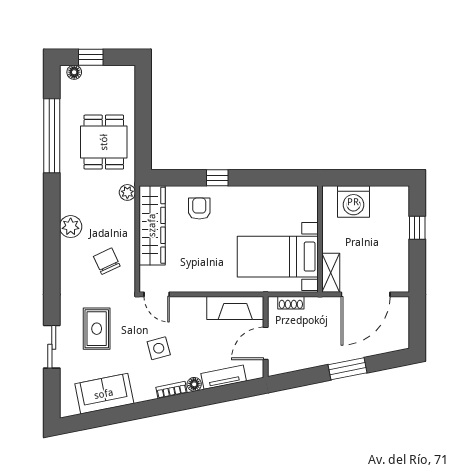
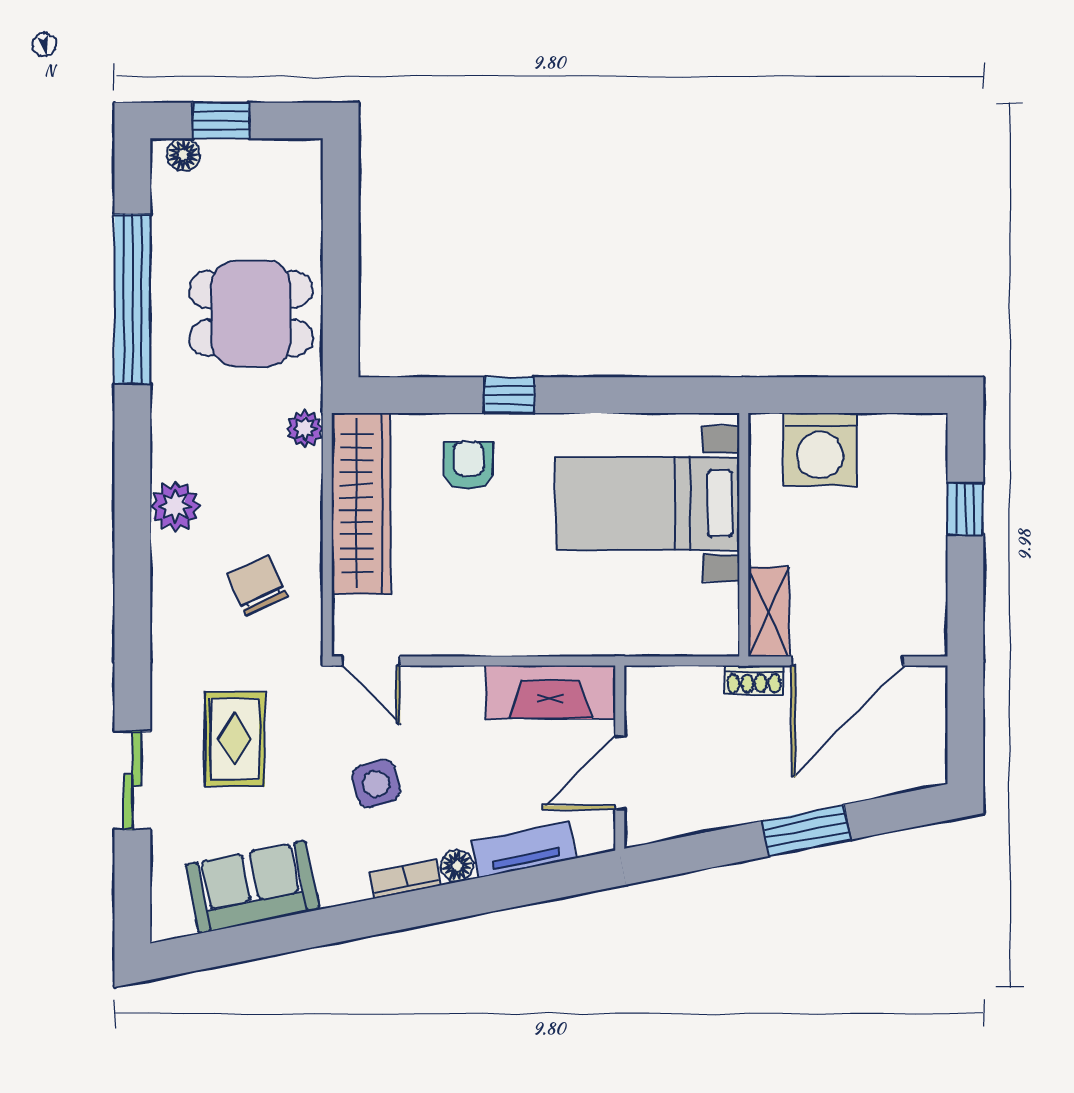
dining table: (104, 142) -> (251, 314), turned 90
bed with nightstands: (278, 257) -> (647, 504), moved
shoe rack: (291, 303) -> (754, 680), moved

